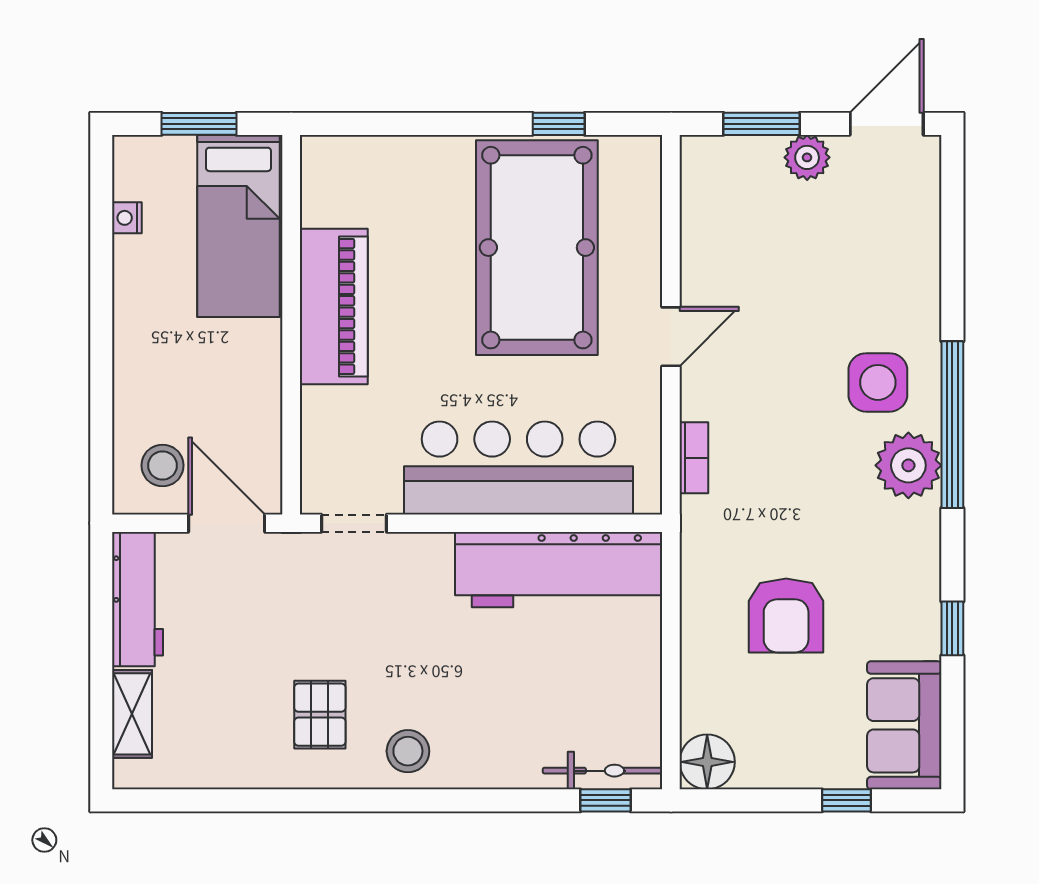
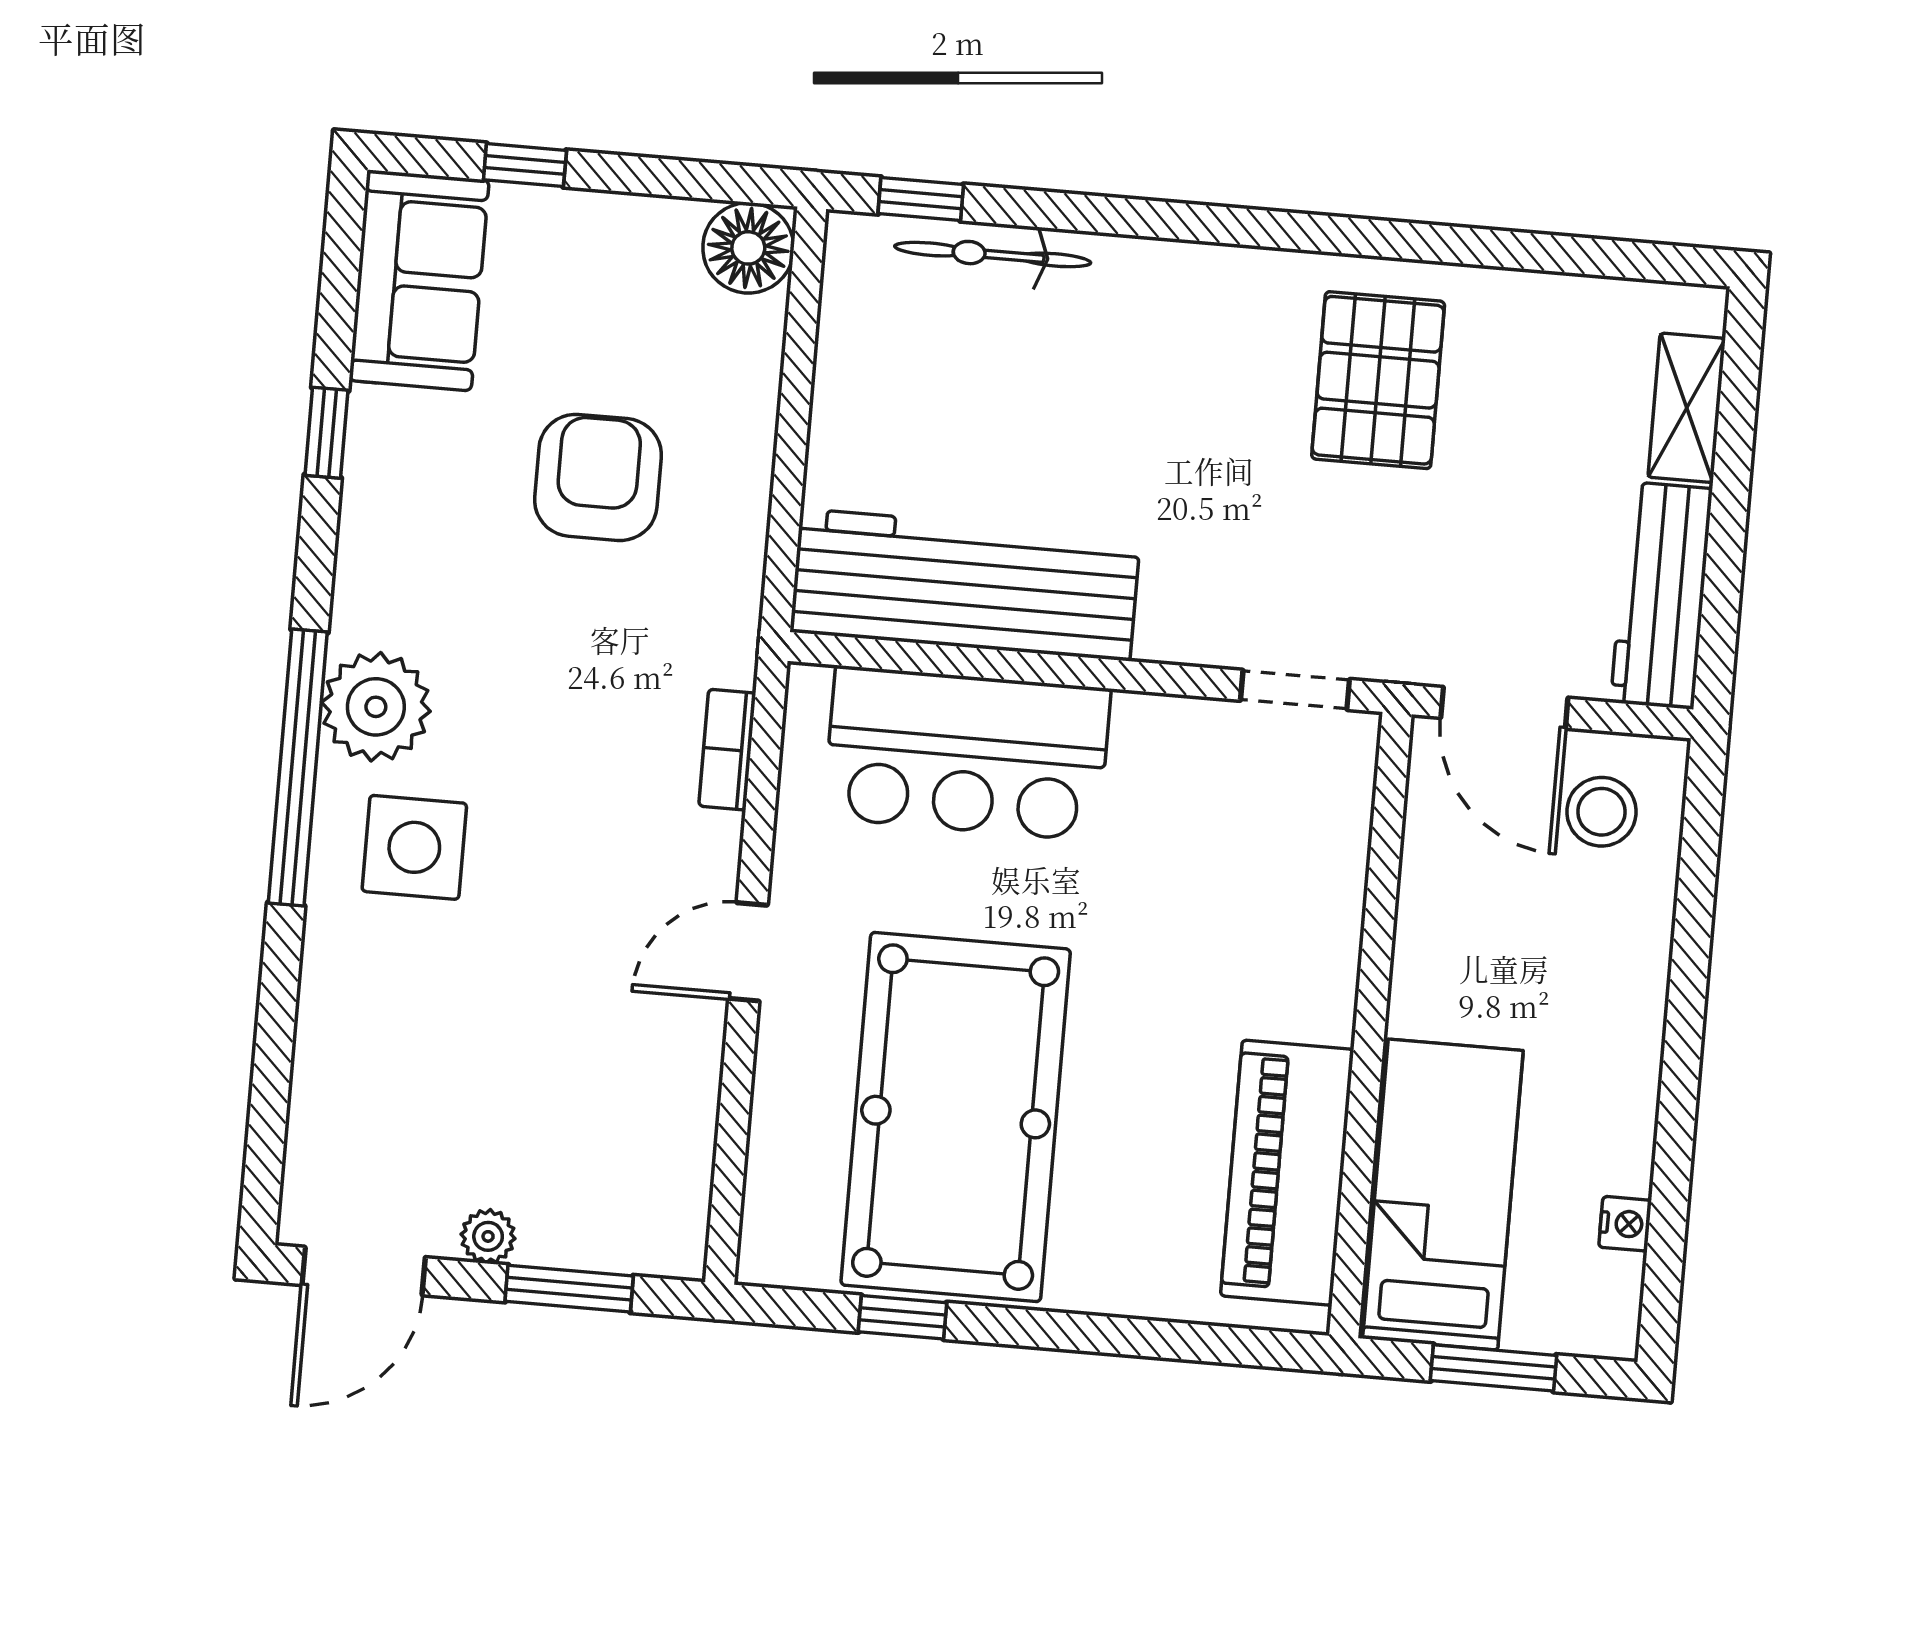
plant: (807, 157) -> (488, 1236), width x0.73, depth x0.73
piano: (334, 306) -> (1287, 1173), moved
bar counter: (518, 468) -> (967, 753), width x0.73
pallet: (320, 715) -> (1378, 380), width x1.50, depth x1.42
stool: (408, 751) -> (1238, 308), removed
bicycle: (603, 771) -> (993, 255), moved

